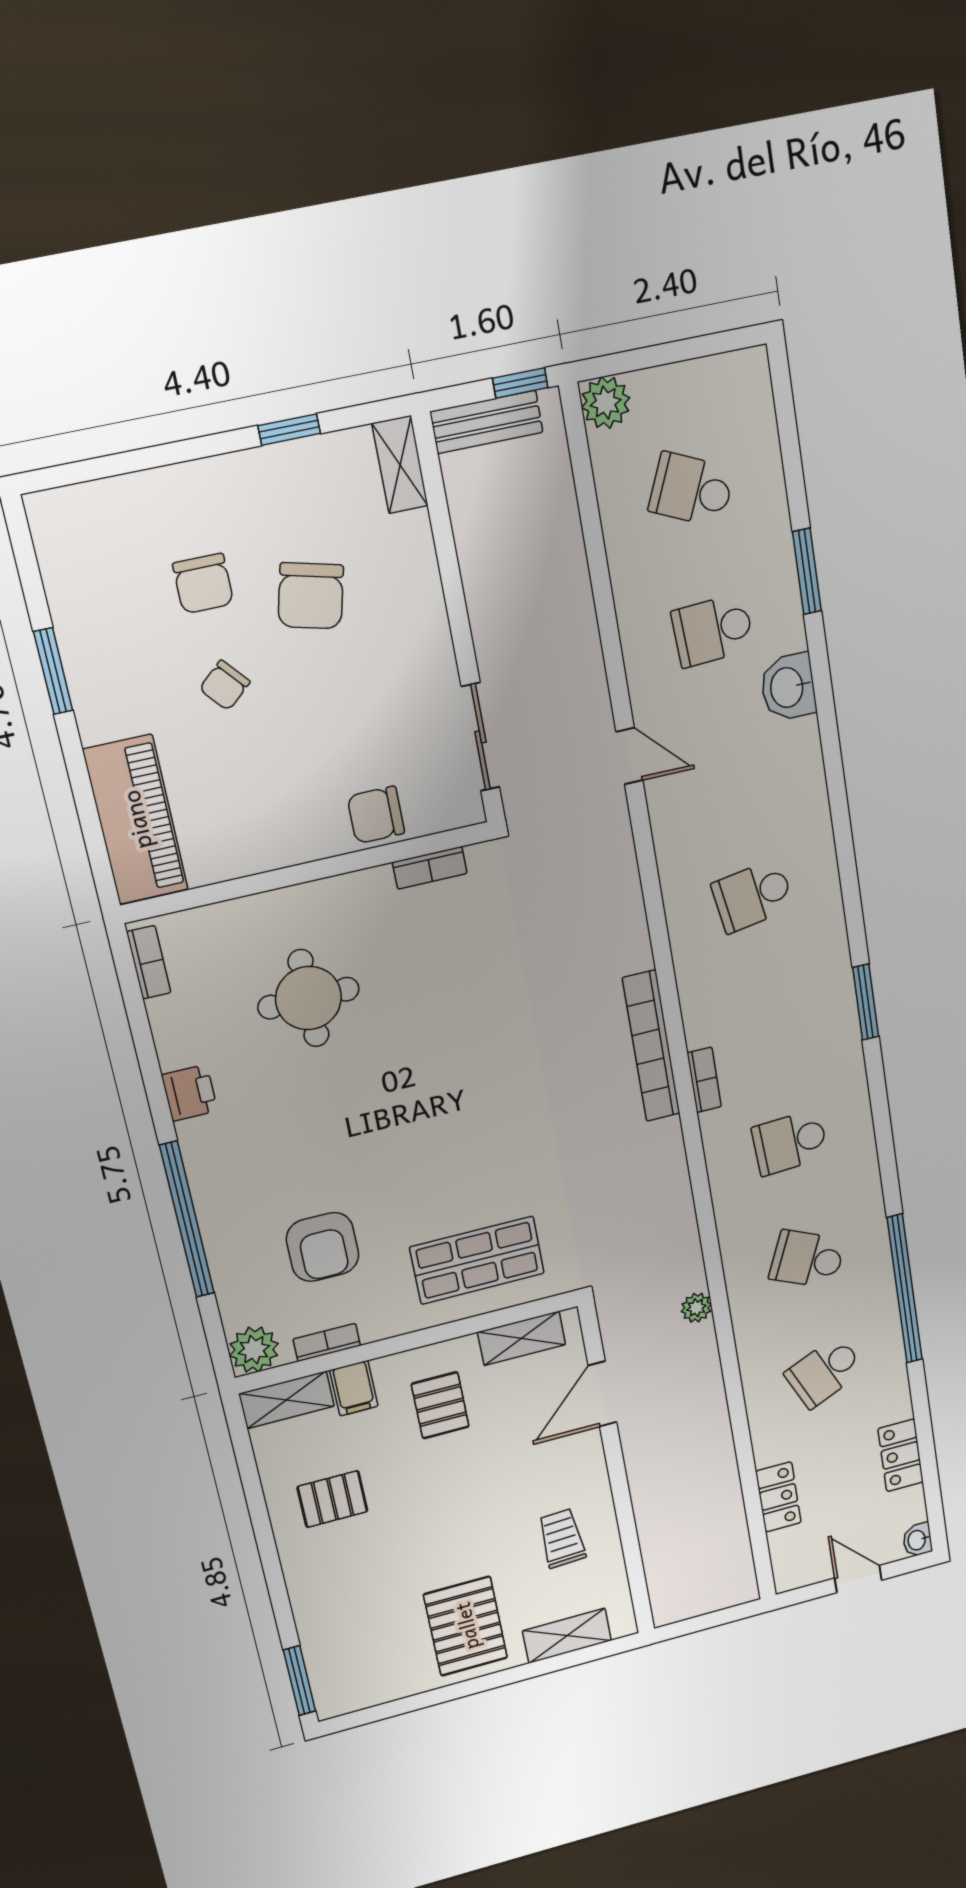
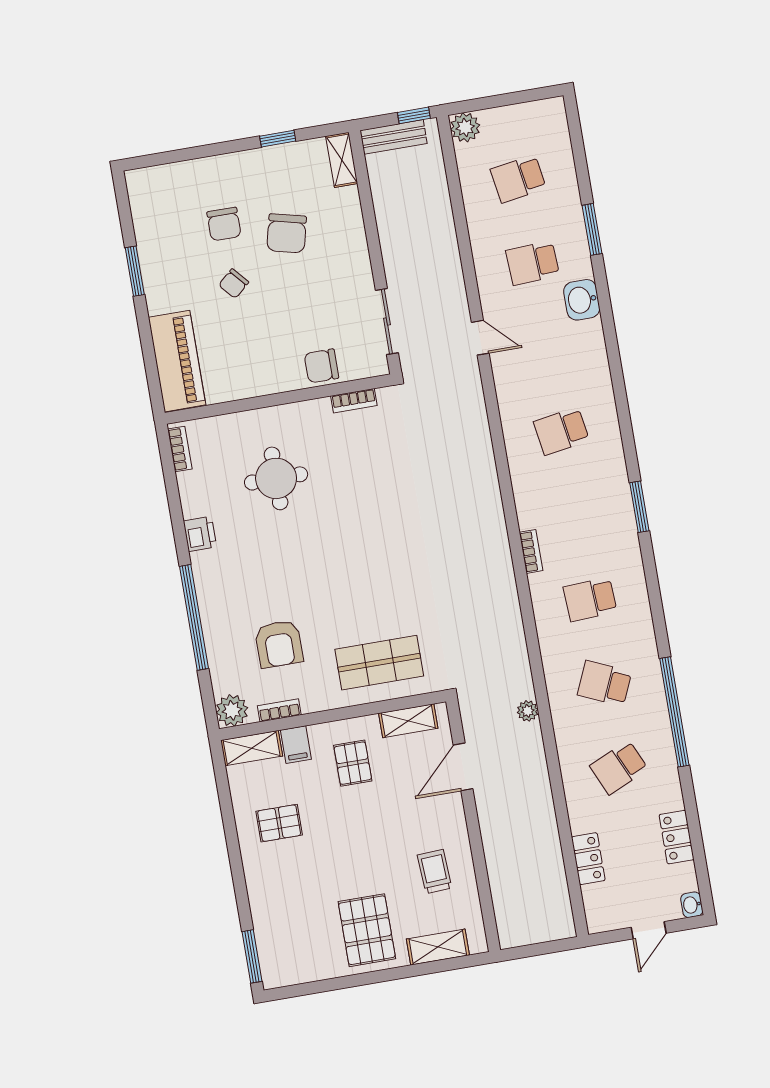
school desk: (692, 490) -> (518, 179), turned -33
bookcase: (651, 1046) -> (495, 526), removed
door: (858, 1579) -> (649, 930), swing flipped

